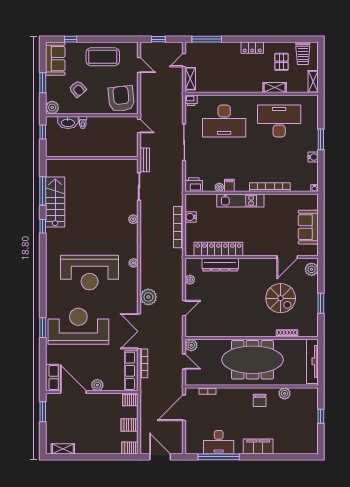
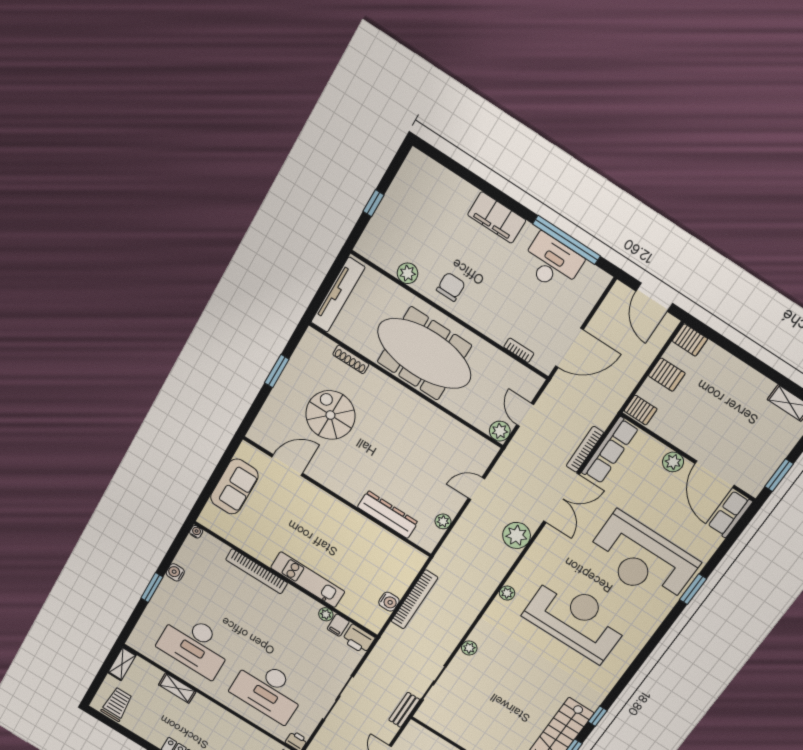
pallet: (282, 62) -> (150, 712), removed
desk: (224, 121) -> (268, 690), turned 180
filing cabinet: (229, 185) -> (338, 625), moved
locker: (218, 249) -> (377, 537), removed
plant: (312, 269) -> (263, 427), removed

